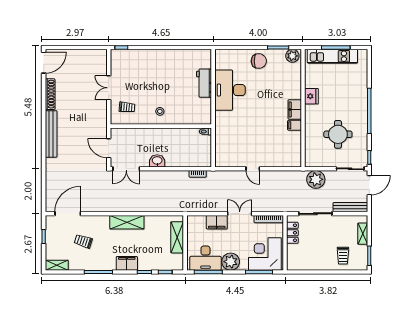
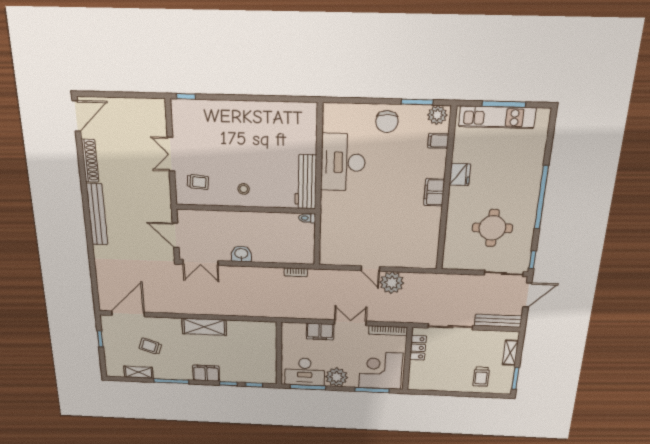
chair: (259, 61) -> (387, 122), turned 90
workbench: (204, 83) -> (306, 182), moved, width x1.38
filing cabinet: (294, 125) -> (438, 141), moved
plant: (316, 179) -> (392, 283), moved
shelving: (177, 237) -> (269, 347), removed
shelving: (57, 265) -> (139, 372), moved

